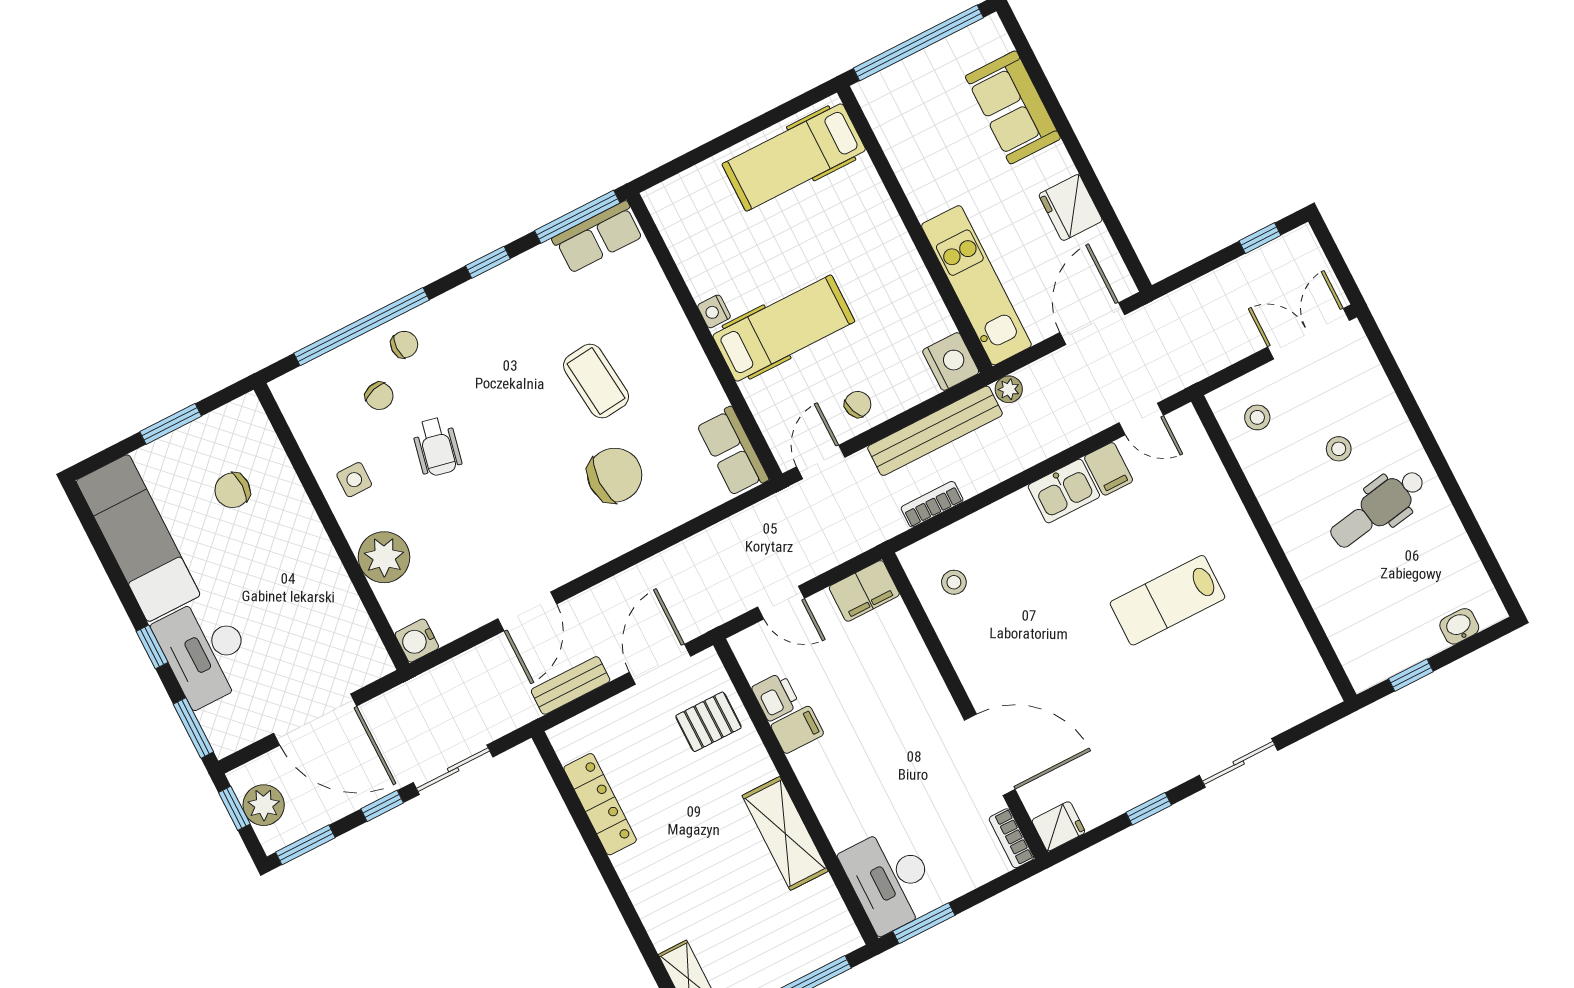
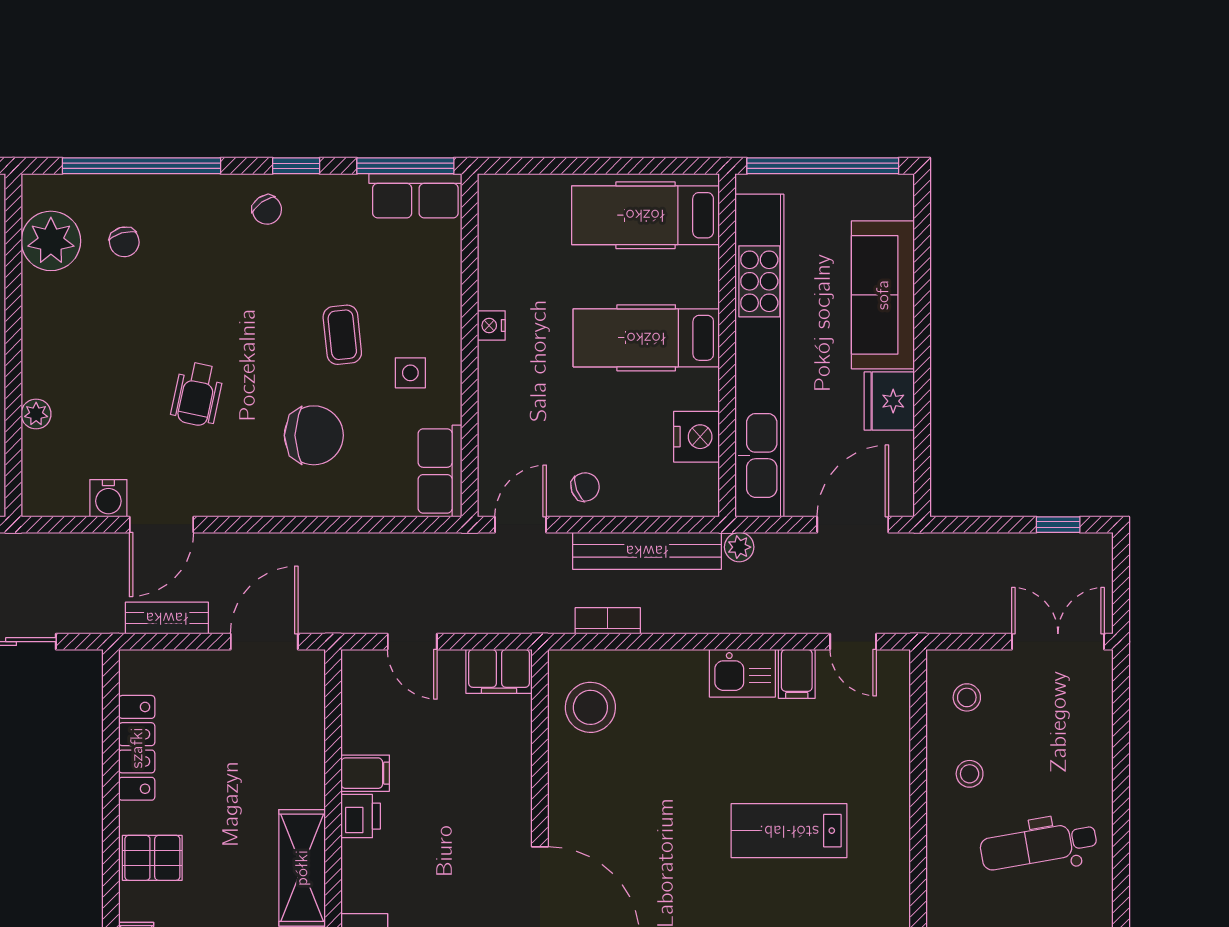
sofa: (1013, 107) -> (883, 295), width x1.36
kitchen unit: (976, 285) -> (759, 355), width x1.86
hospital bed: (783, 328) -> (646, 338), moved, turned 180
chair: (404, 345) -> (267, 210), moved, turned 55
nightstand: (951, 362) -> (697, 437), moved
coffee table: (596, 381) -> (342, 335), width x0.73, depth x0.77
plant: (319, 426) -> (51, 241), added
wheelchair: (437, 447) -> (197, 394), moved
stool: (1339, 449) -> (970, 774), moved
side table: (354, 480) -> (410, 373), moved
plant: (384, 557) -> (36, 414), width x0.53, depth x0.53
stool: (954, 582) -> (590, 707), width x1.89, depth x1.89
water cooler: (417, 641) -> (108, 498), moved, turned -90
printer: (776, 697) -> (361, 816), moved
pallet: (709, 722) -> (152, 858), moved

